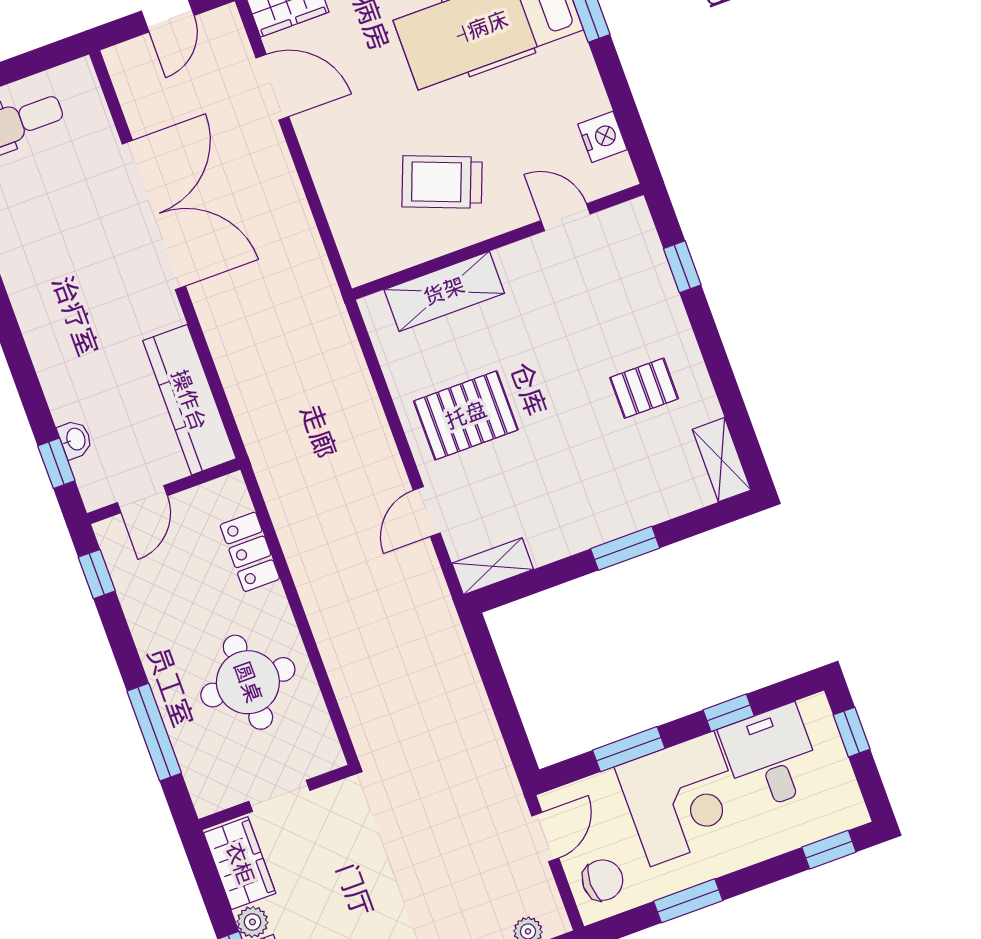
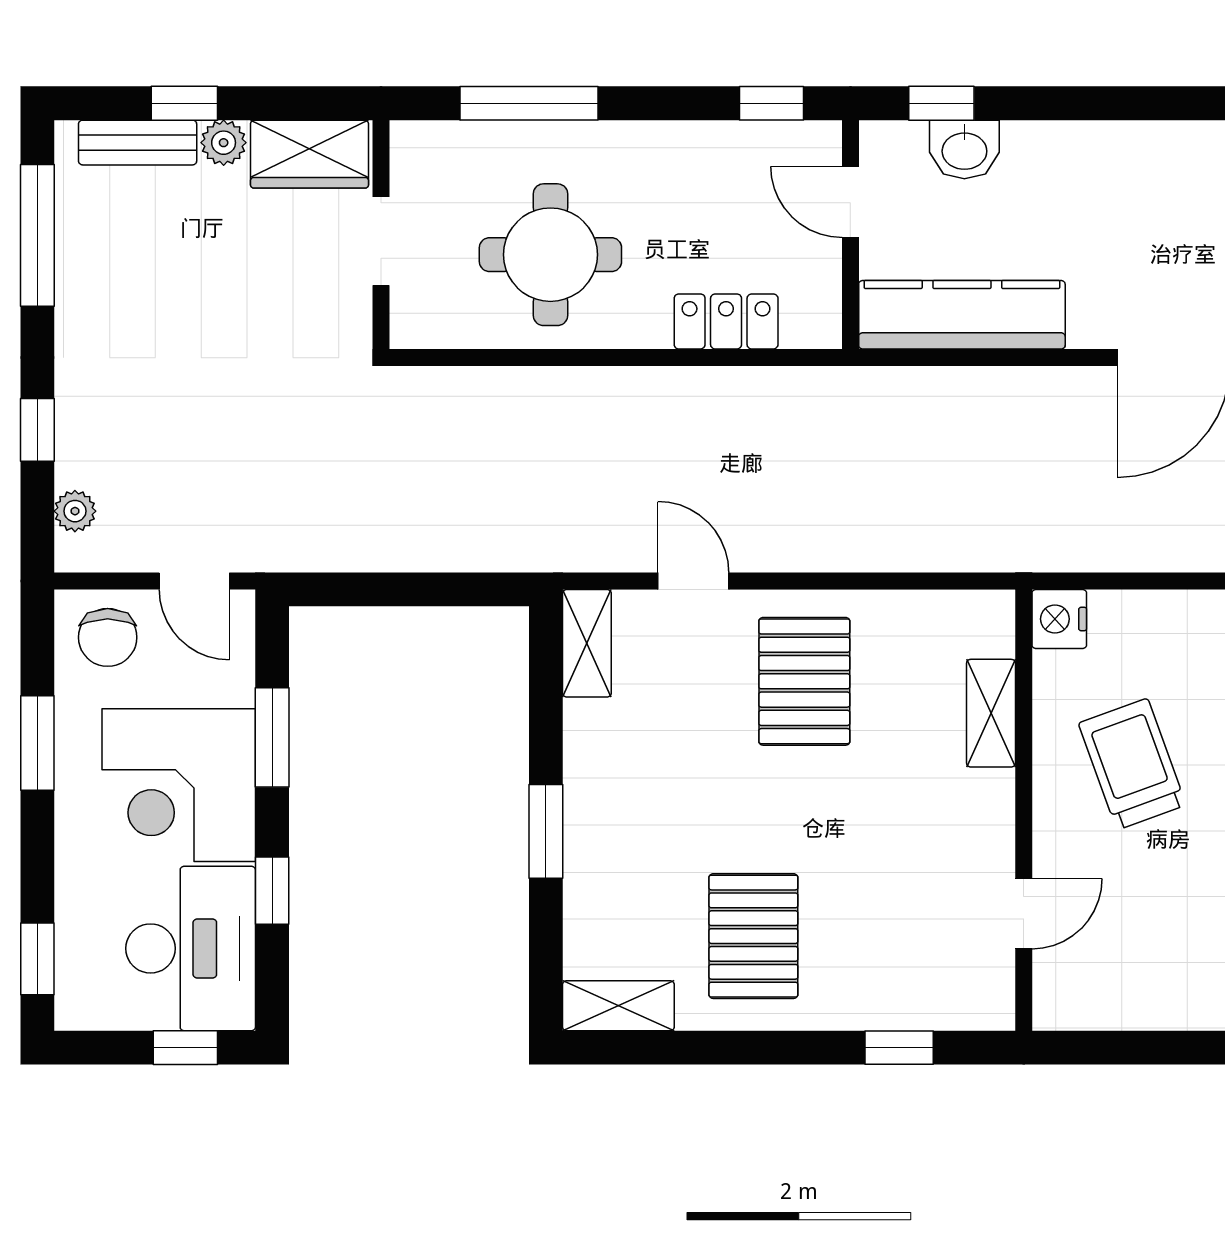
nightstand: (603, 137) -> (1059, 619), moved, turned 90
trolley: (442, 182) -> (1132, 764), turned -41
shelving: (444, 291) -> (991, 713), width x0.67, depth x0.75
pallet: (644, 388) -> (753, 936), width x1.50, depth x1.42
washbasin: (75, 439) -> (964, 149), width x1.38, depth x1.45
desk: (771, 758) -> (191, 948), width x1.37

